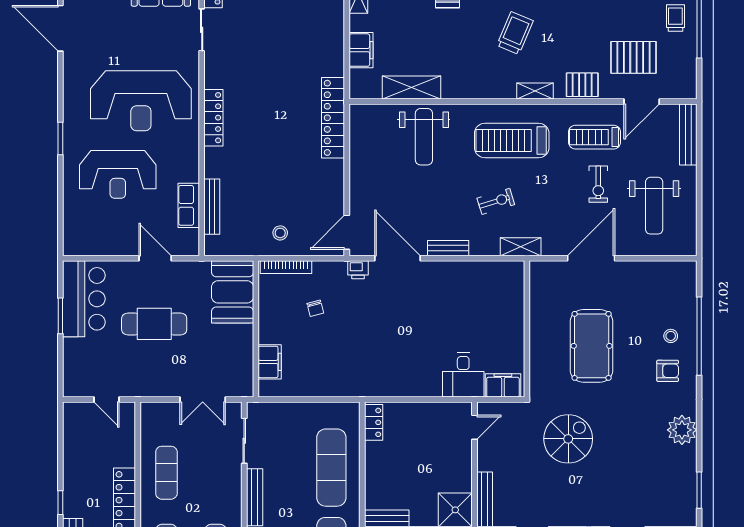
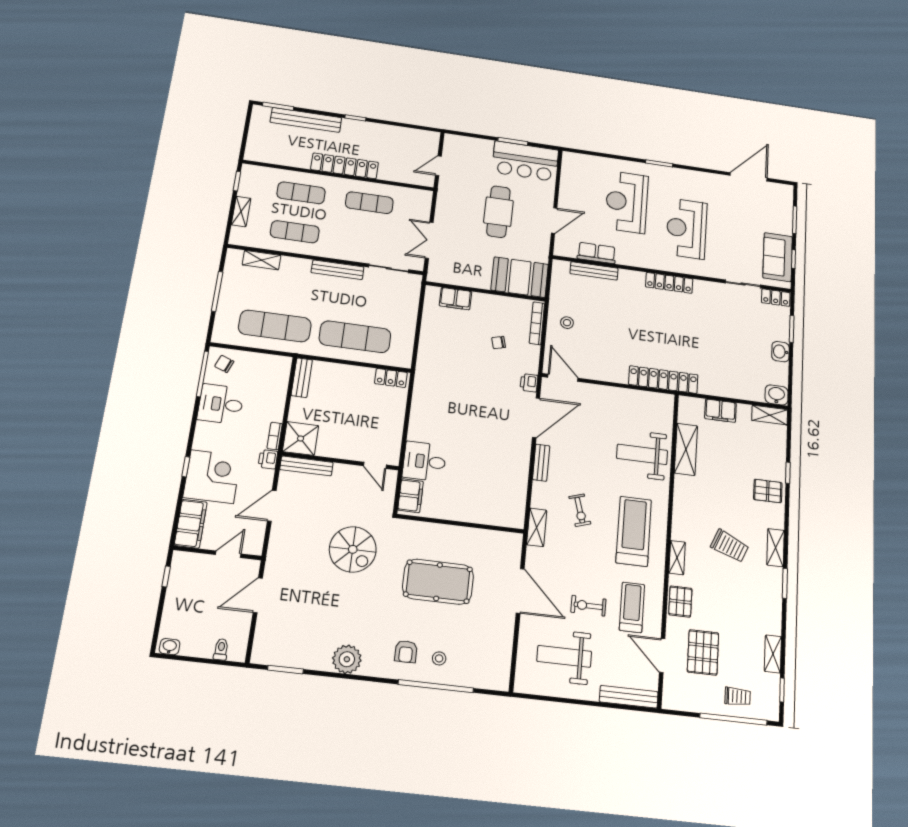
reception desk: (141, 101) -> (687, 229), width x0.74, depth x0.77

